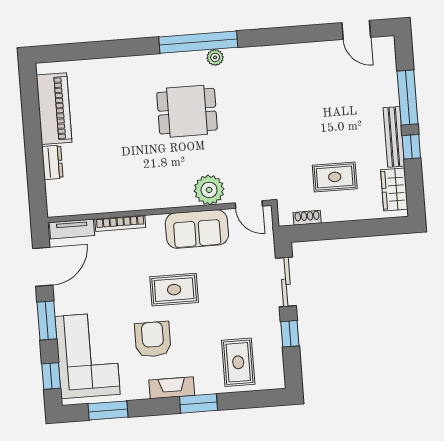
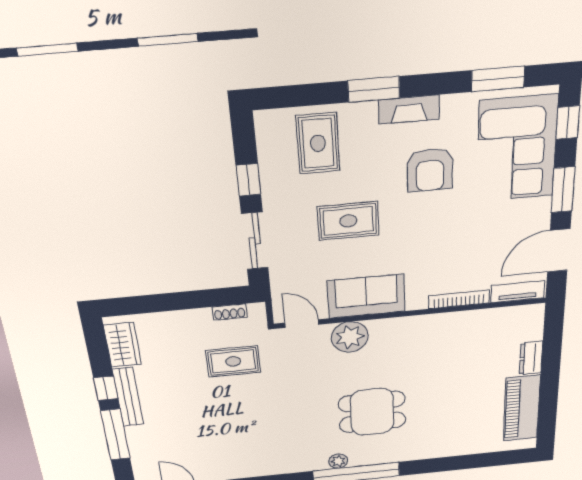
rug: (335, 177) -> (233, 361), moved
rug: (174, 290) -> (348, 221), moved

